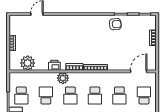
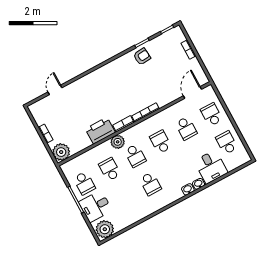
plant: (28, 63) -> (61, 152), moved
printer: (54, 65) -> (100, 131), width x1.87, depth x1.48
school desk: (95, 95) -> (161, 142), turned 180

